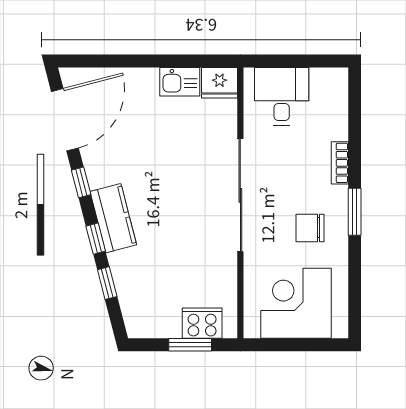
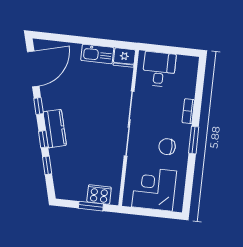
kitchen sink: (180, 82) -> (97, 54), width x1.38

